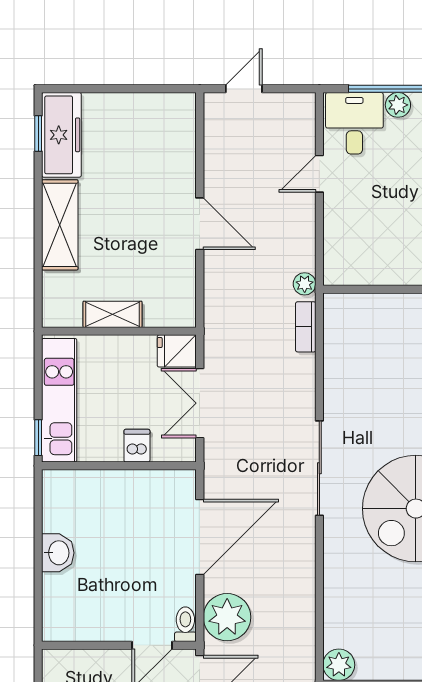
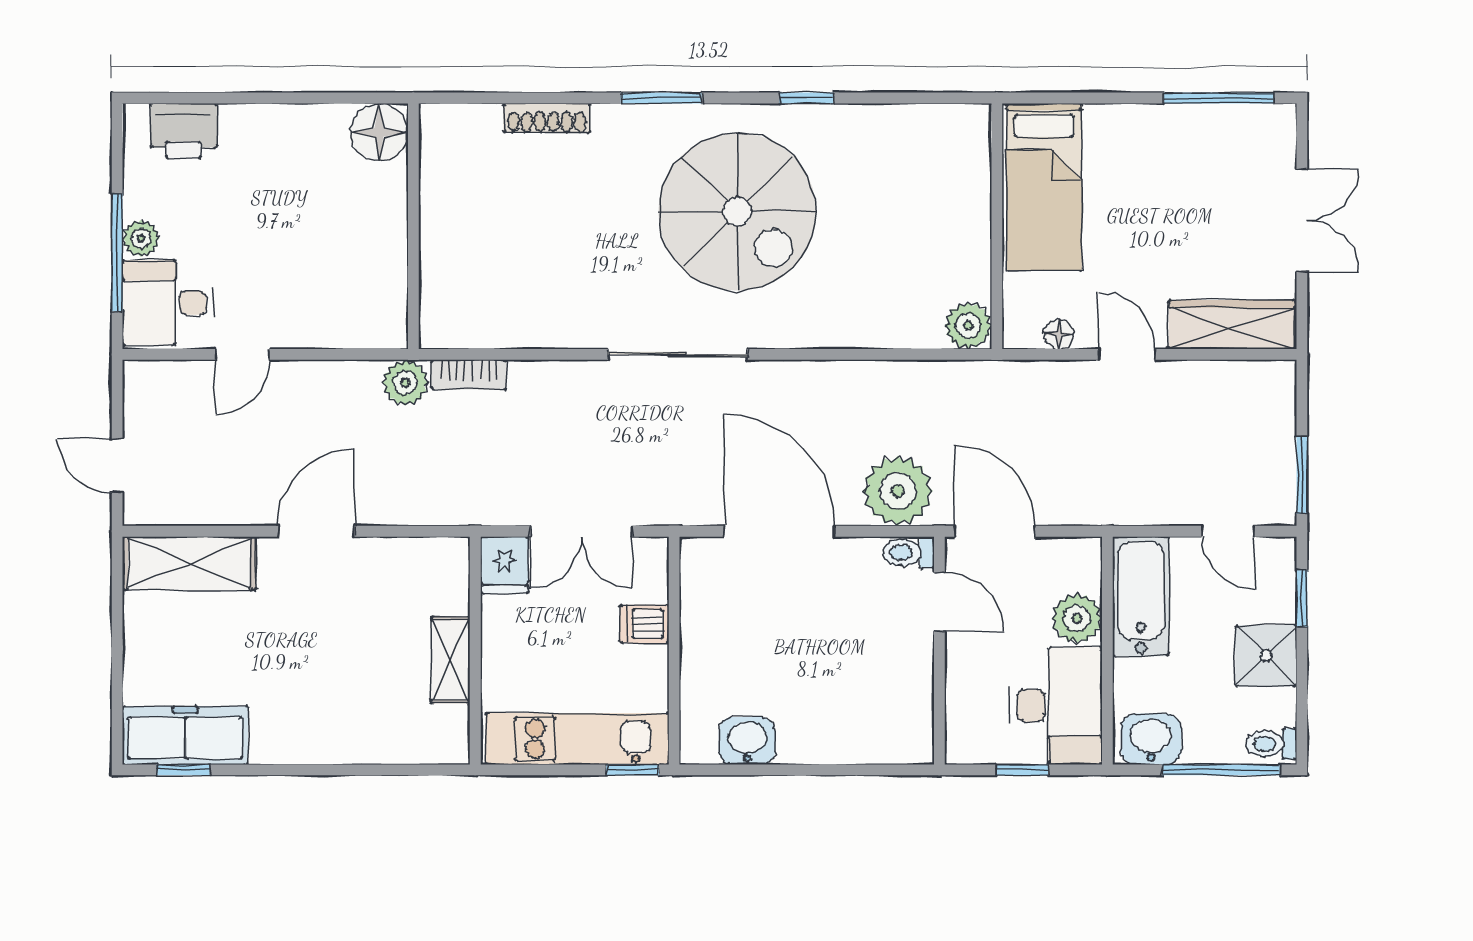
door: (319, 174) -> (243, 354), hinge flipped
shelving: (60, 225) -> (189, 563), moved
plant: (305, 284) -> (405, 383), width x1.38, depth x1.38
washbasin: (58, 553) -> (747, 741), moved

